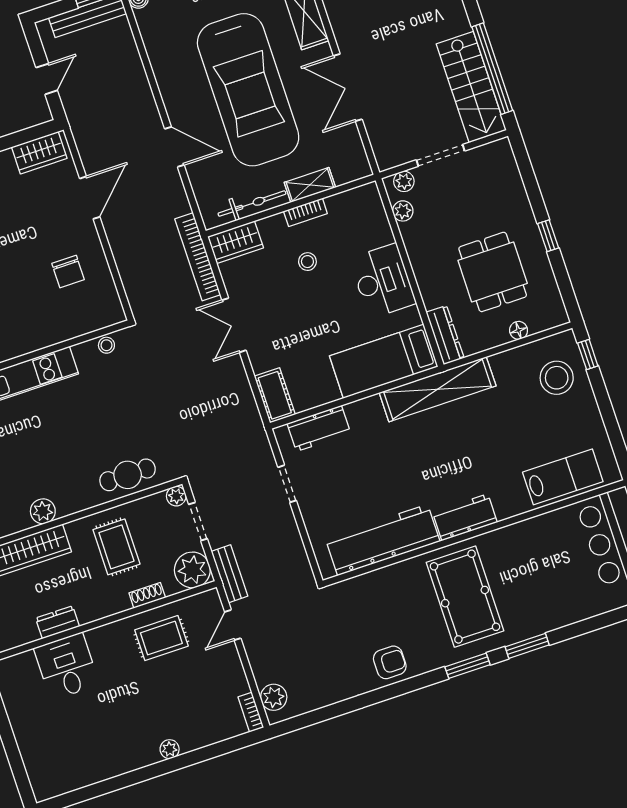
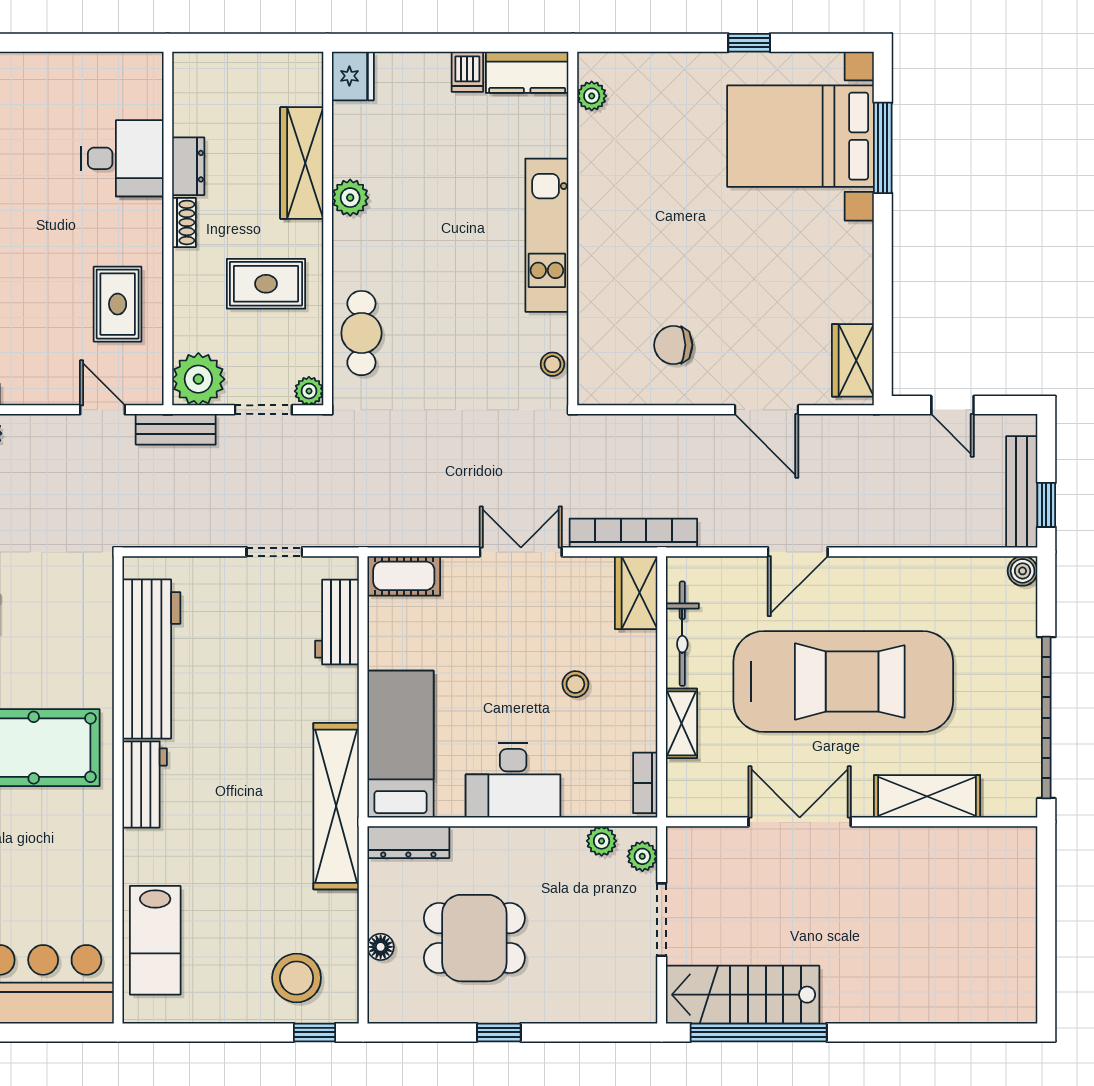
car: (248, 90) -> (843, 682), turned 180
bookcase: (305, 212) -> (645, 783), moved
shoe rack: (147, 595) -> (184, 222), moved

